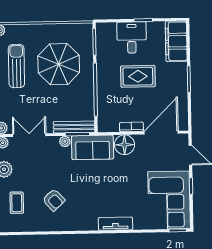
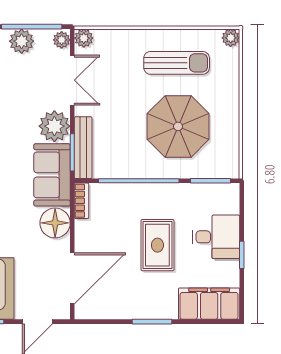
bookcase: (131, 127) -> (82, 201), moved
door: (161, 133) -> (72, 278), hinge flipped
plant: (65, 141) -> (54, 126), width x1.87, depth x1.87

